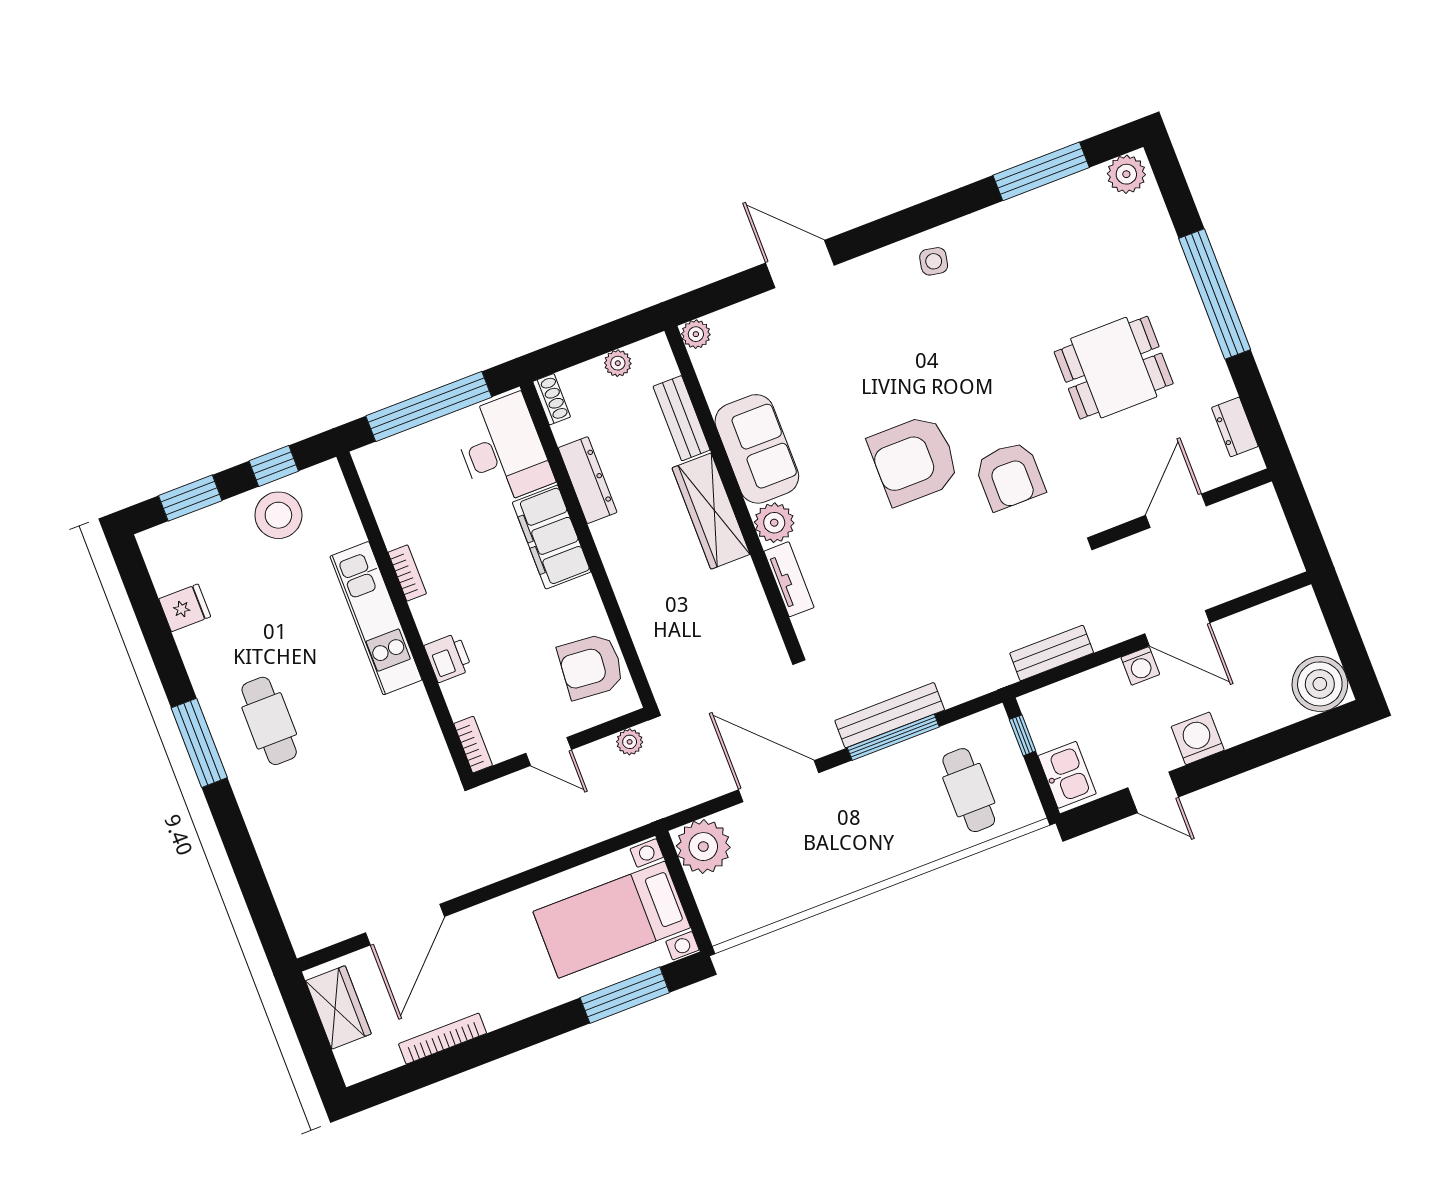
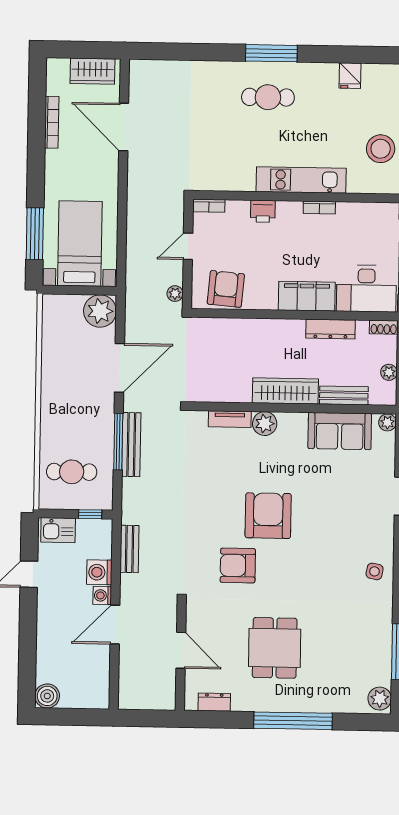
sofa: (757, 449) -> (340, 431), moved
boiler: (1320, 684) -> (47, 696), width x0.73, depth x0.73
washing machine: (1198, 738) -> (99, 572), moved, turned 180

